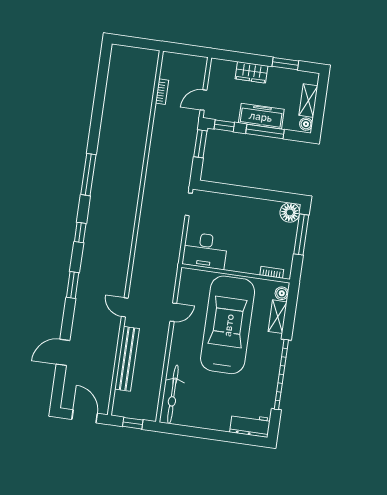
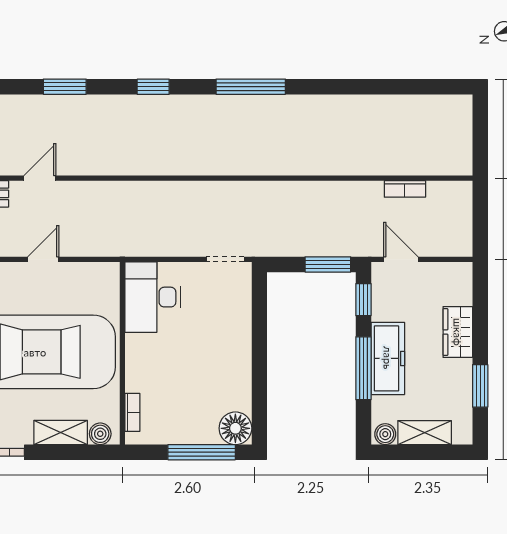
door: (173, 312) -> (43, 259), swing flipped

